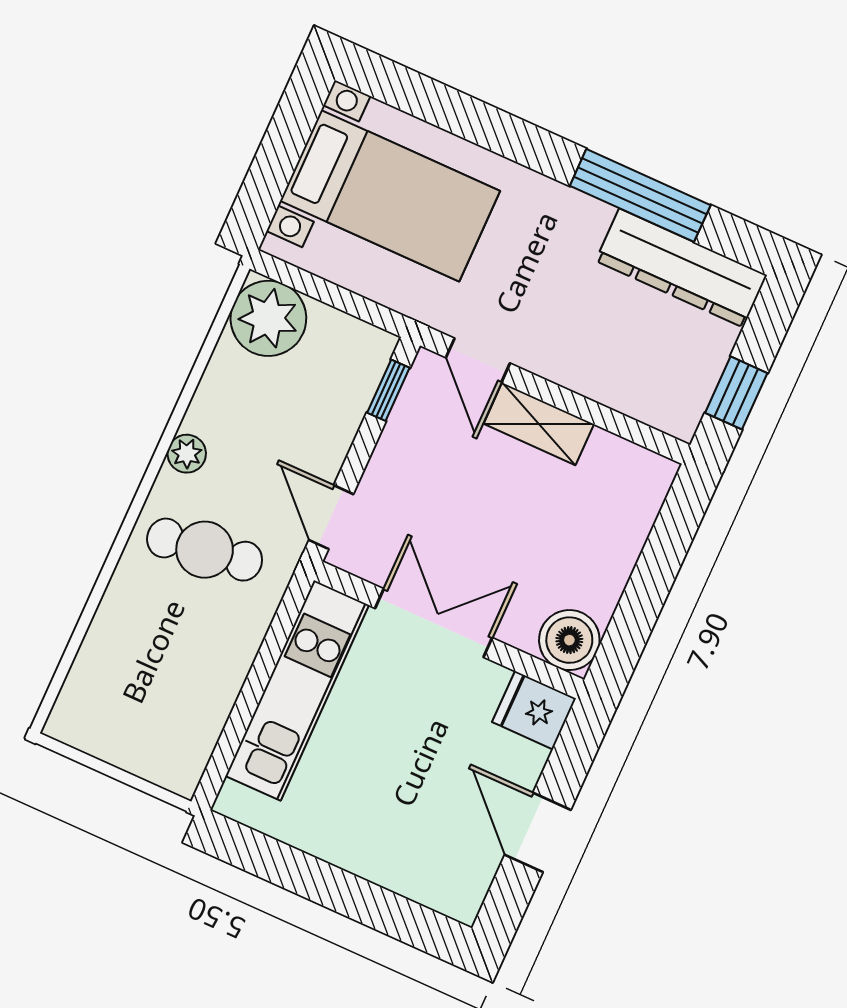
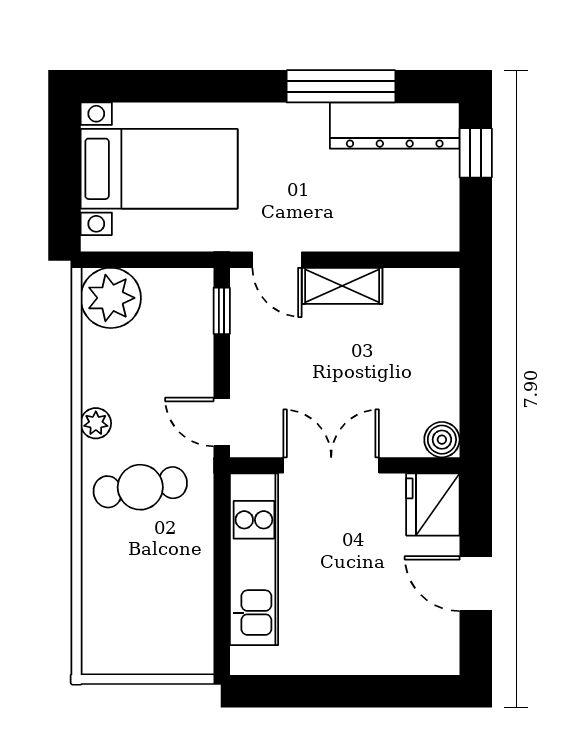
window: (736, 393) -> (476, 153), moved
boiler: (569, 640) -> (442, 440), width x0.73, depth x0.73
fridge: (534, 710) -> (433, 504), width x1.38

